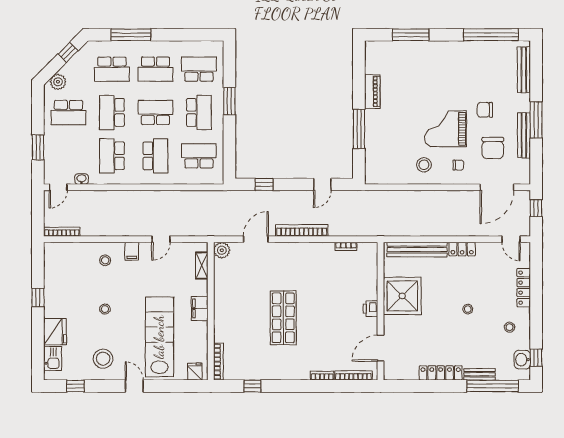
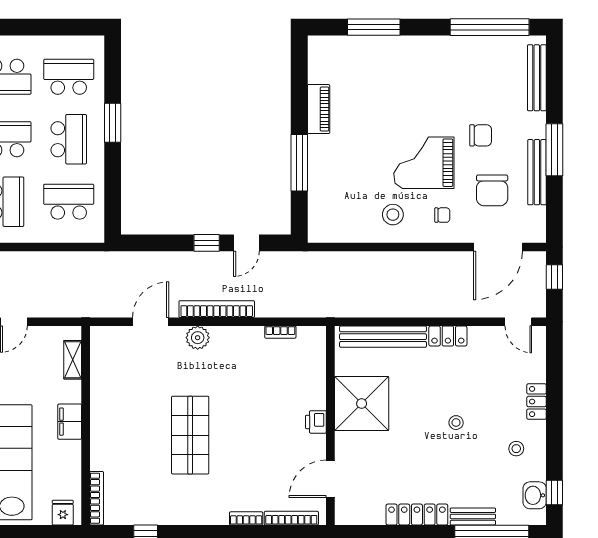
chair: (485, 110) -> (481, 135), turned 180
window: (264, 184) -> (207, 243), moved
plant: (222, 250) -> (198, 338), moved
locker: (524, 288) -> (537, 402), width x0.66

